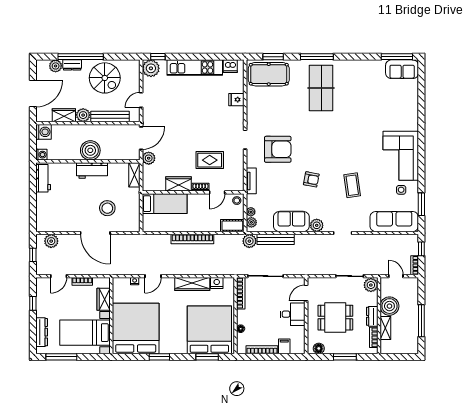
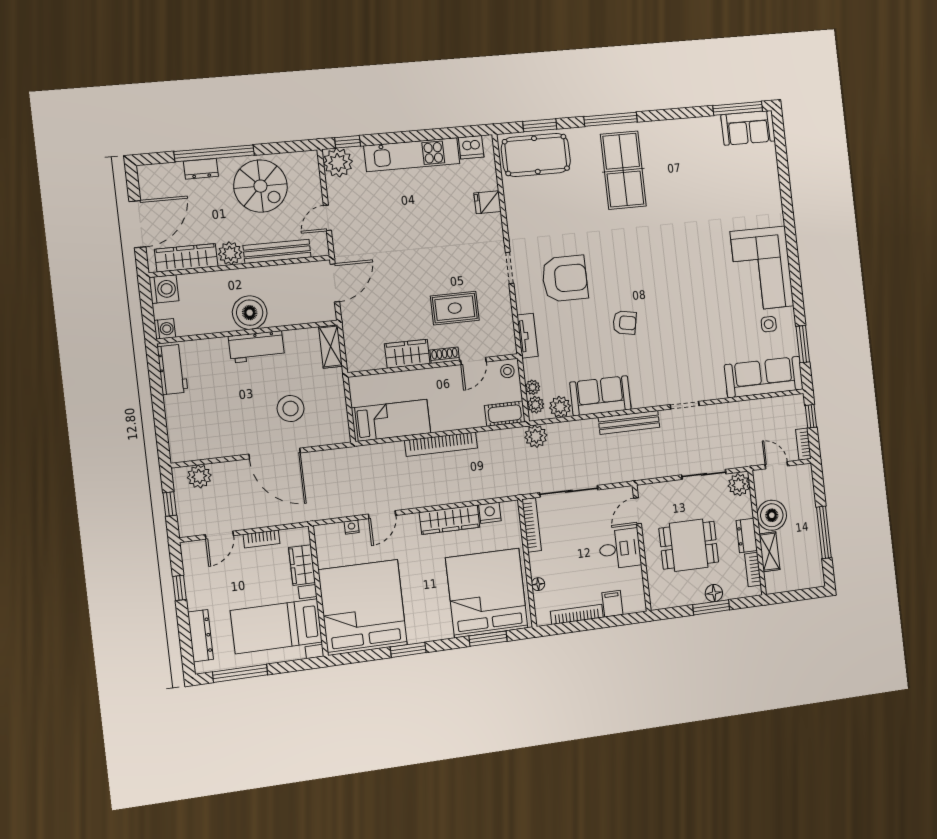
plant: (56, 66) -> (172, 173), removed
wardrobe: (64, 115) -> (186, 258), width x1.50
plant: (149, 158) -> (352, 316), removed
coffee table: (352, 185) -> (691, 325), removed
bed: (165, 204) -> (391, 420), moved
plant: (317, 225) -> (560, 407), moved
bench: (276, 239) -> (629, 422), moved
floor lamp: (319, 348) -> (714, 593), moved

